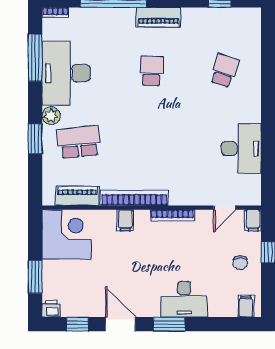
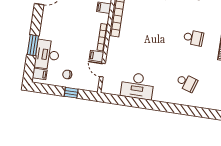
filing cabinet: (253, 220) -> (97, 56), moved
desk: (184, 299) -> (47, 55), moved
window: (169, 324) -> (33, 45), moved

